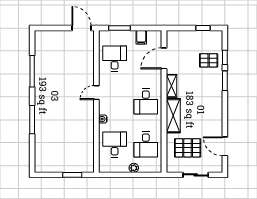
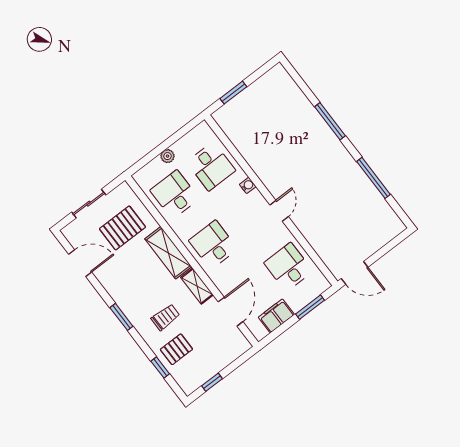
filing cabinet: (141, 37) -> (276, 316), width x2.00
desk: (115, 58) -> (288, 267), turned 180
window: (225, 81) -> (121, 317), moved
trolley: (201, 82) -> (165, 317), added

